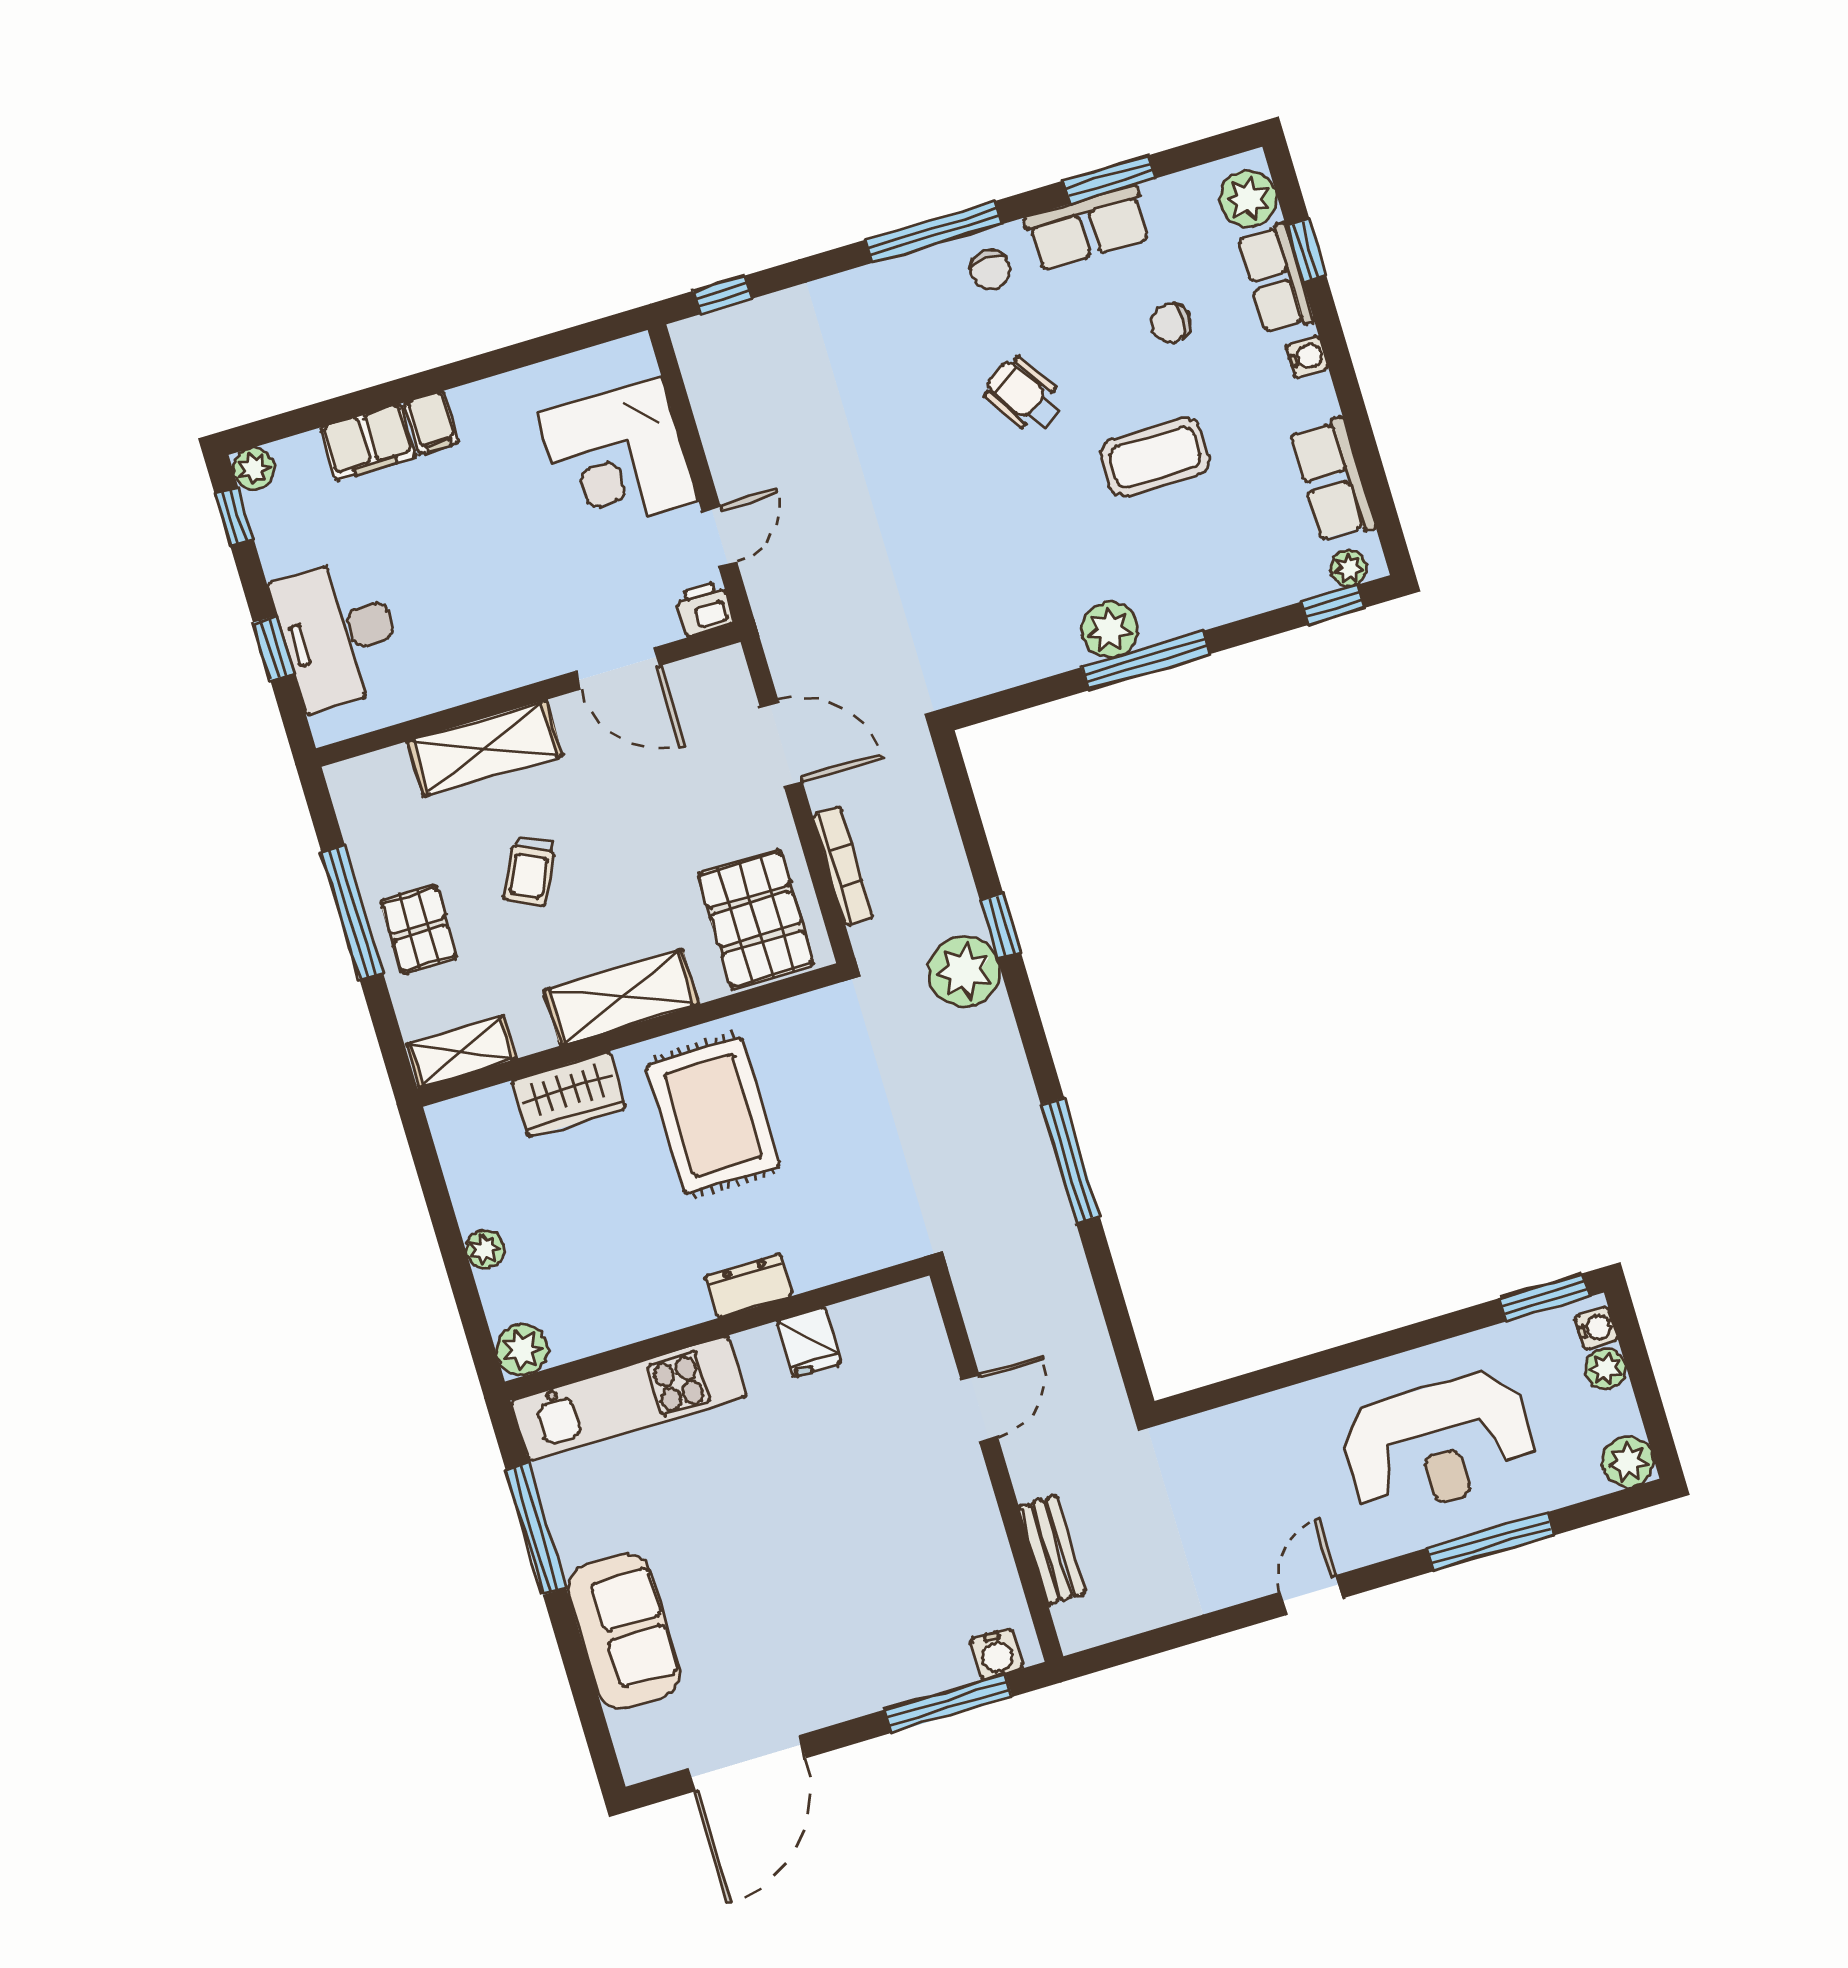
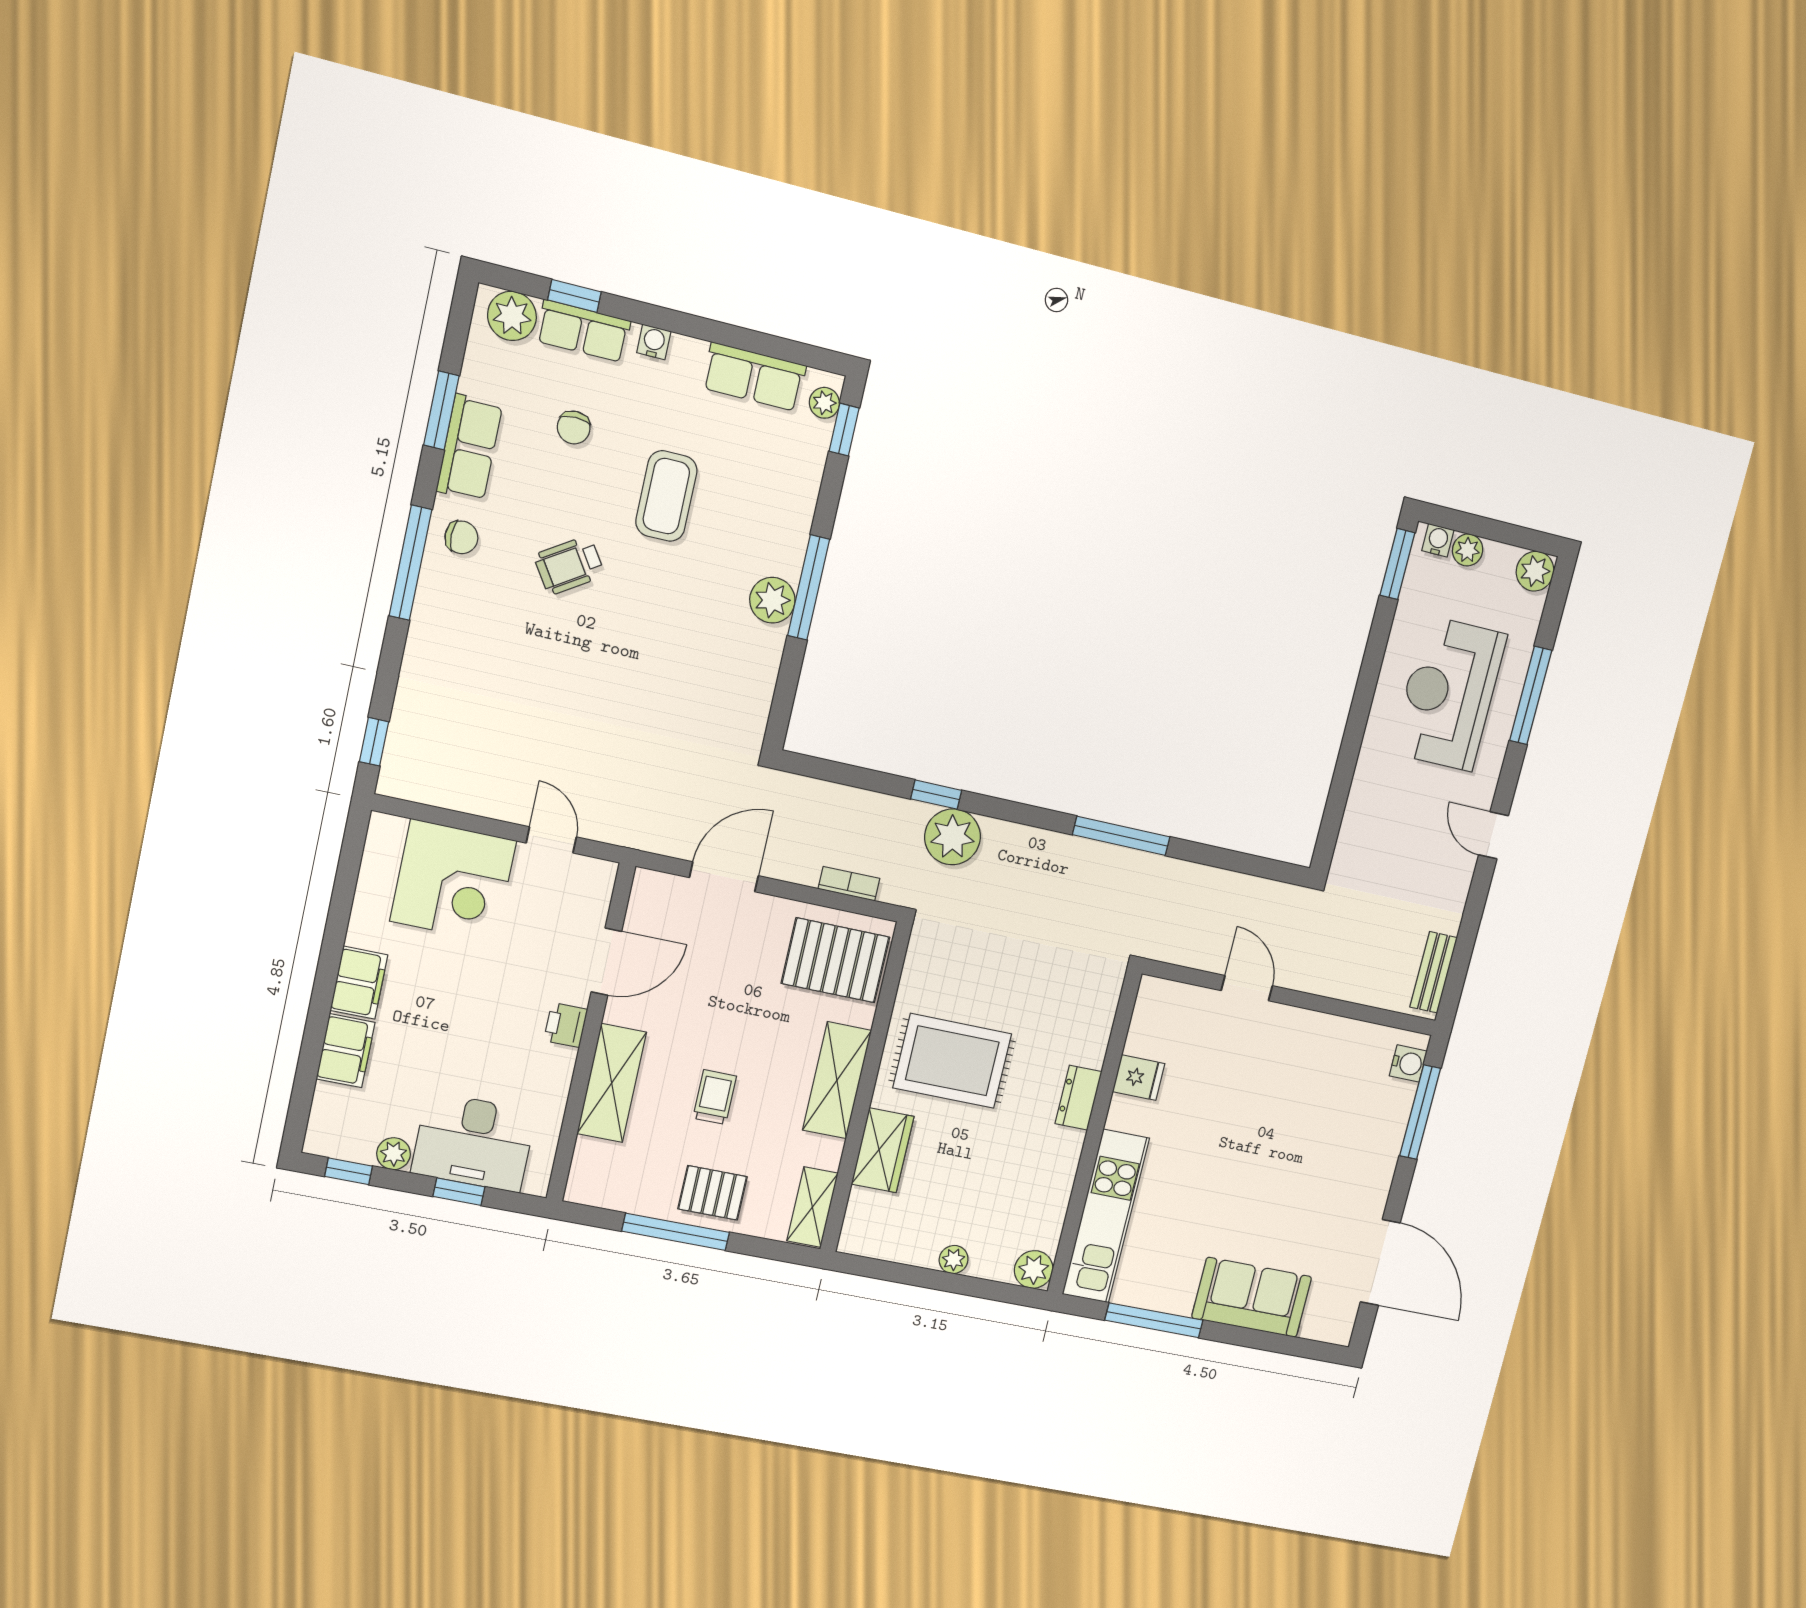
filing cabinet: (432, 423) -> (359, 983), width x2.00
plant: (254, 469) -> (394, 1154), moved
printer: (705, 609) -> (566, 1025), moved
bookcase: (843, 866) -> (849, 884), width x0.64
trolley: (529, 871) -> (715, 1097), turned -116
reception desk: (1438, 1444) -> (1449, 694), turned 180
bench: (1052, 1550) -> (1434, 972), moved, turned 90

